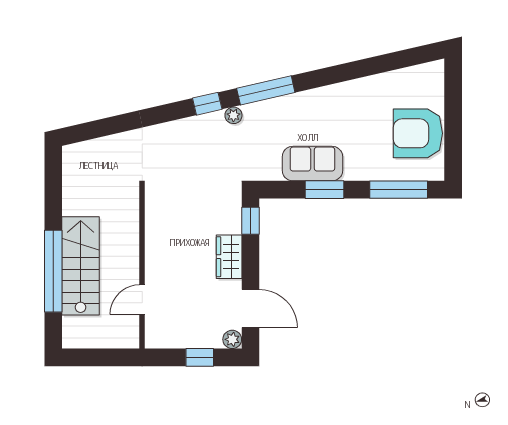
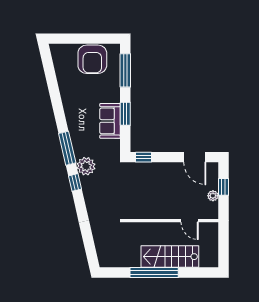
plant: (233, 115) -> (86, 166), width x1.87, depth x1.87
wardrobe: (229, 257) -> (165, 170), removed
window: (53, 271) -> (154, 273), moved
door: (251, 309) -> (195, 157), swing flipped
plant: (232, 339) -> (213, 196), moved

